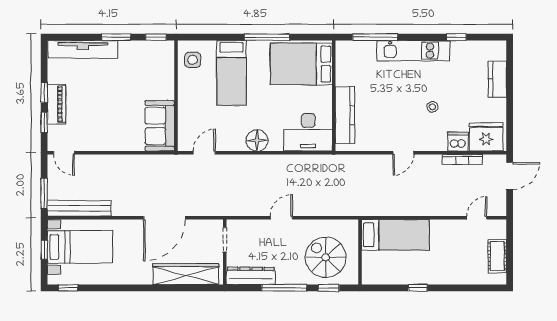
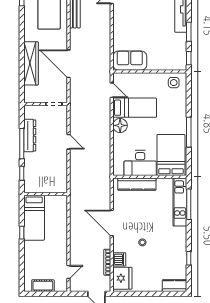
kitchen unit: (413, 51) -> (180, 202), moved
bed: (231, 73) -> (135, 108), moved, turned 180
kitchen counter: (497, 79) -> (174, 286), moved
desk: (308, 132) -> (140, 163), moved, turned -90
door: (403, 153) -> (112, 223), width x1.88
door: (477, 218) -> (68, 272), hinge flipped
bed: (395, 235) -> (34, 218), moved
spiral stairs: (326, 257) -> (42, 171), removed
wardrobe: (186, 274) -> (31, 63), moved
dresser: (251, 276) -> (30, 136), moved

